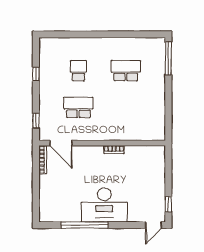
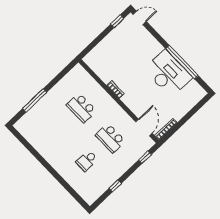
window: (168, 58) -> (35, 100), moved
school desk: (126, 71) -> (81, 108), moved
desk: (104, 205) -> (168, 73), moved

